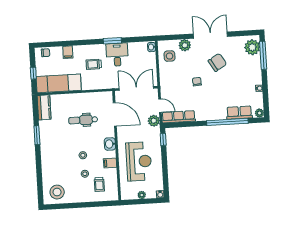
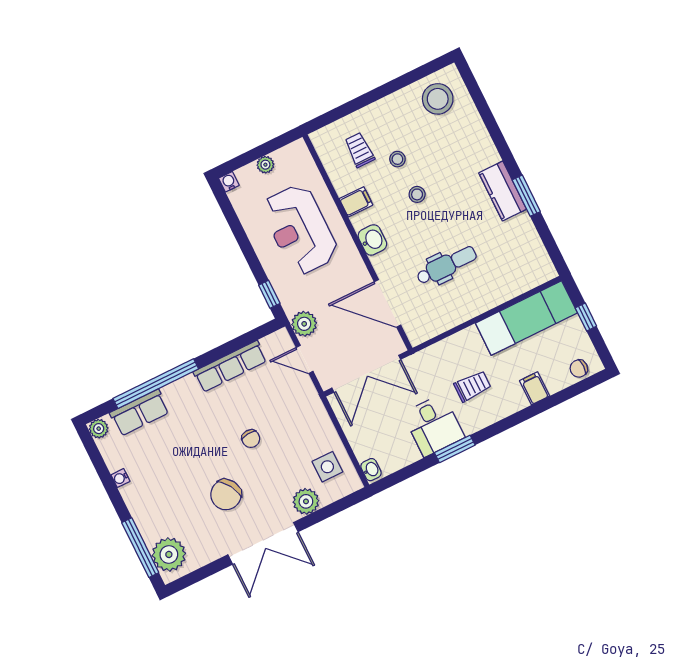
kitchen counter: (44, 107) -> (503, 191), moved
row of seats: (179, 117) -> (230, 366), moved

